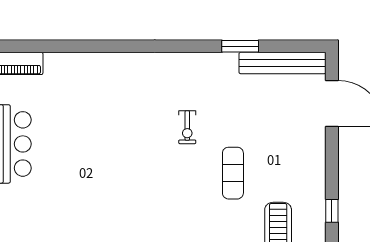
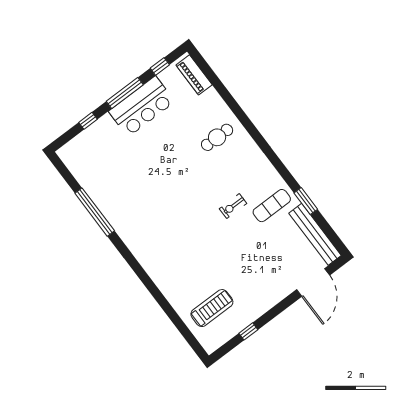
cafe table: (102, 89) -> (217, 137), added
exercise mat: (233, 173) -> (272, 206), moved

